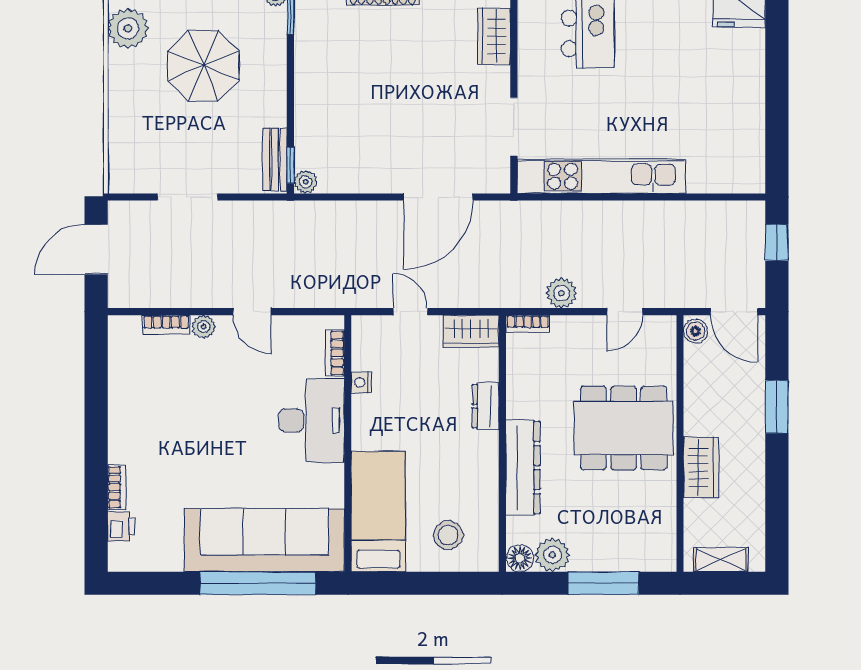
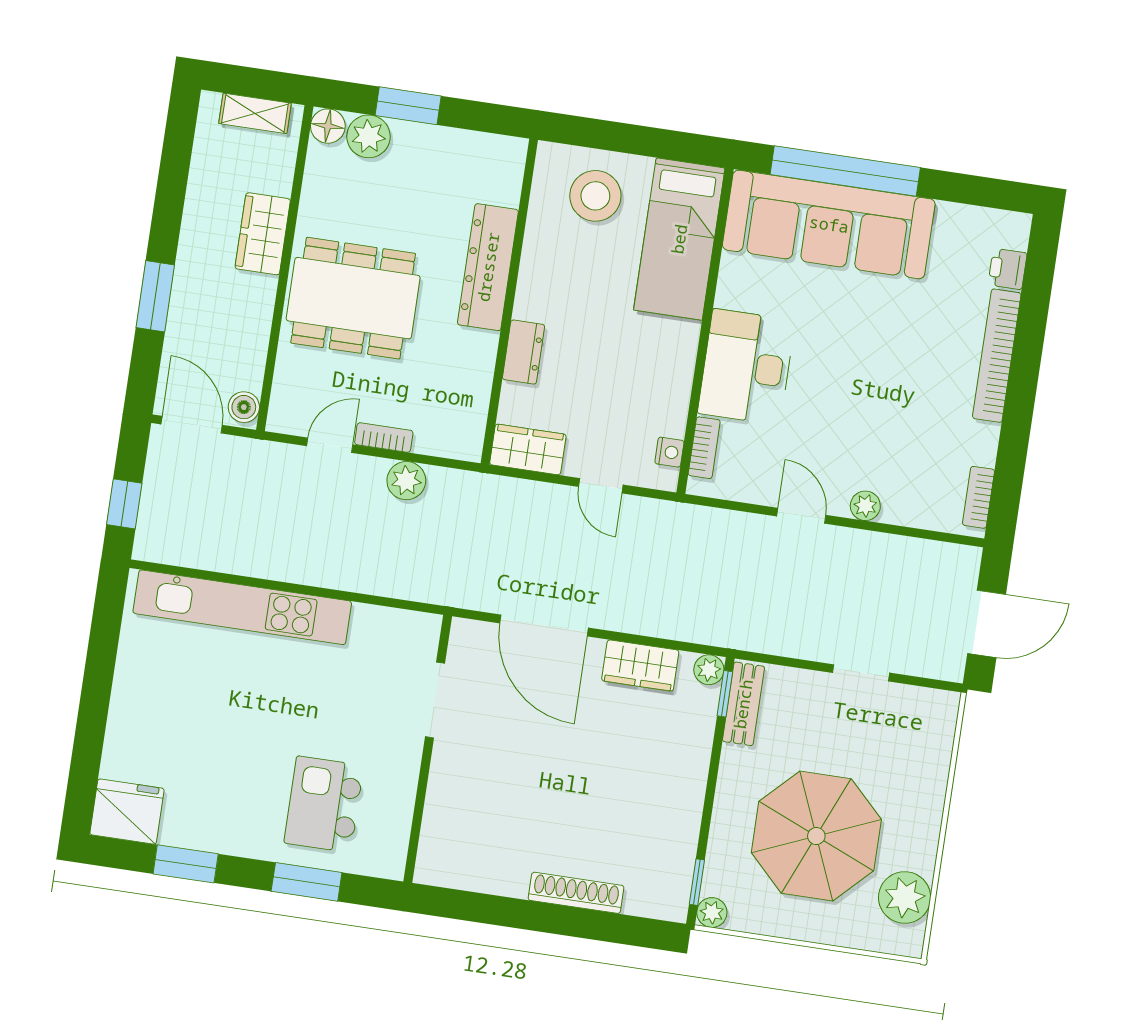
wardrobe: (494, 36) -> (640, 665), moved, turned 90
parasol: (203, 66) -> (816, 836), width x1.36, depth x1.36
kitchen unit: (601, 176) -> (242, 607), moved
doorway: (188, 197) -> (861, 673), width x0.73
door: (438, 197) -> (544, 625), swing flipped
bookcase: (166, 324) -> (979, 497), moved, turned -90
bookcase: (528, 324) -> (384, 438), moved
nightstand: (361, 383) -> (669, 452), moved
bookcase: (117, 487) -> (997, 356), width x2.31, depth x1.31
stool: (448, 535) -> (595, 196), width x1.38, depth x1.38
plant: (553, 555) -> (368, 136), moved
floor lamp: (520, 558) -> (328, 126), moved
window: (603, 583) -> (408, 106), width x0.69

